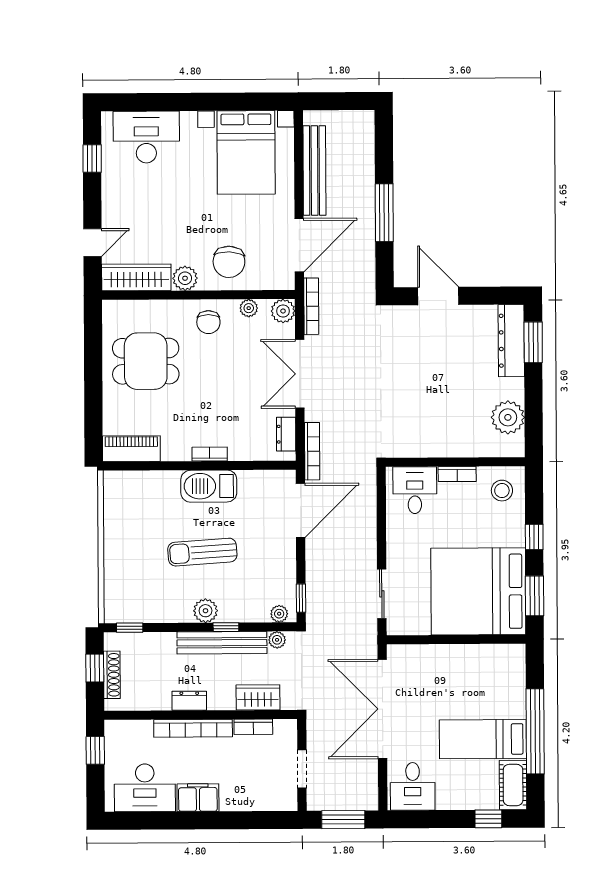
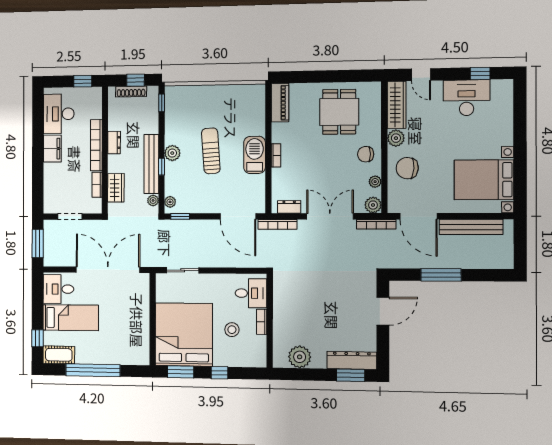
desk: (146, 137) -> (467, 98), moved, turned -90
stool: (502, 491) -> (232, 330), moved
bed: (483, 739) -> (71, 318), moved, turned 90

